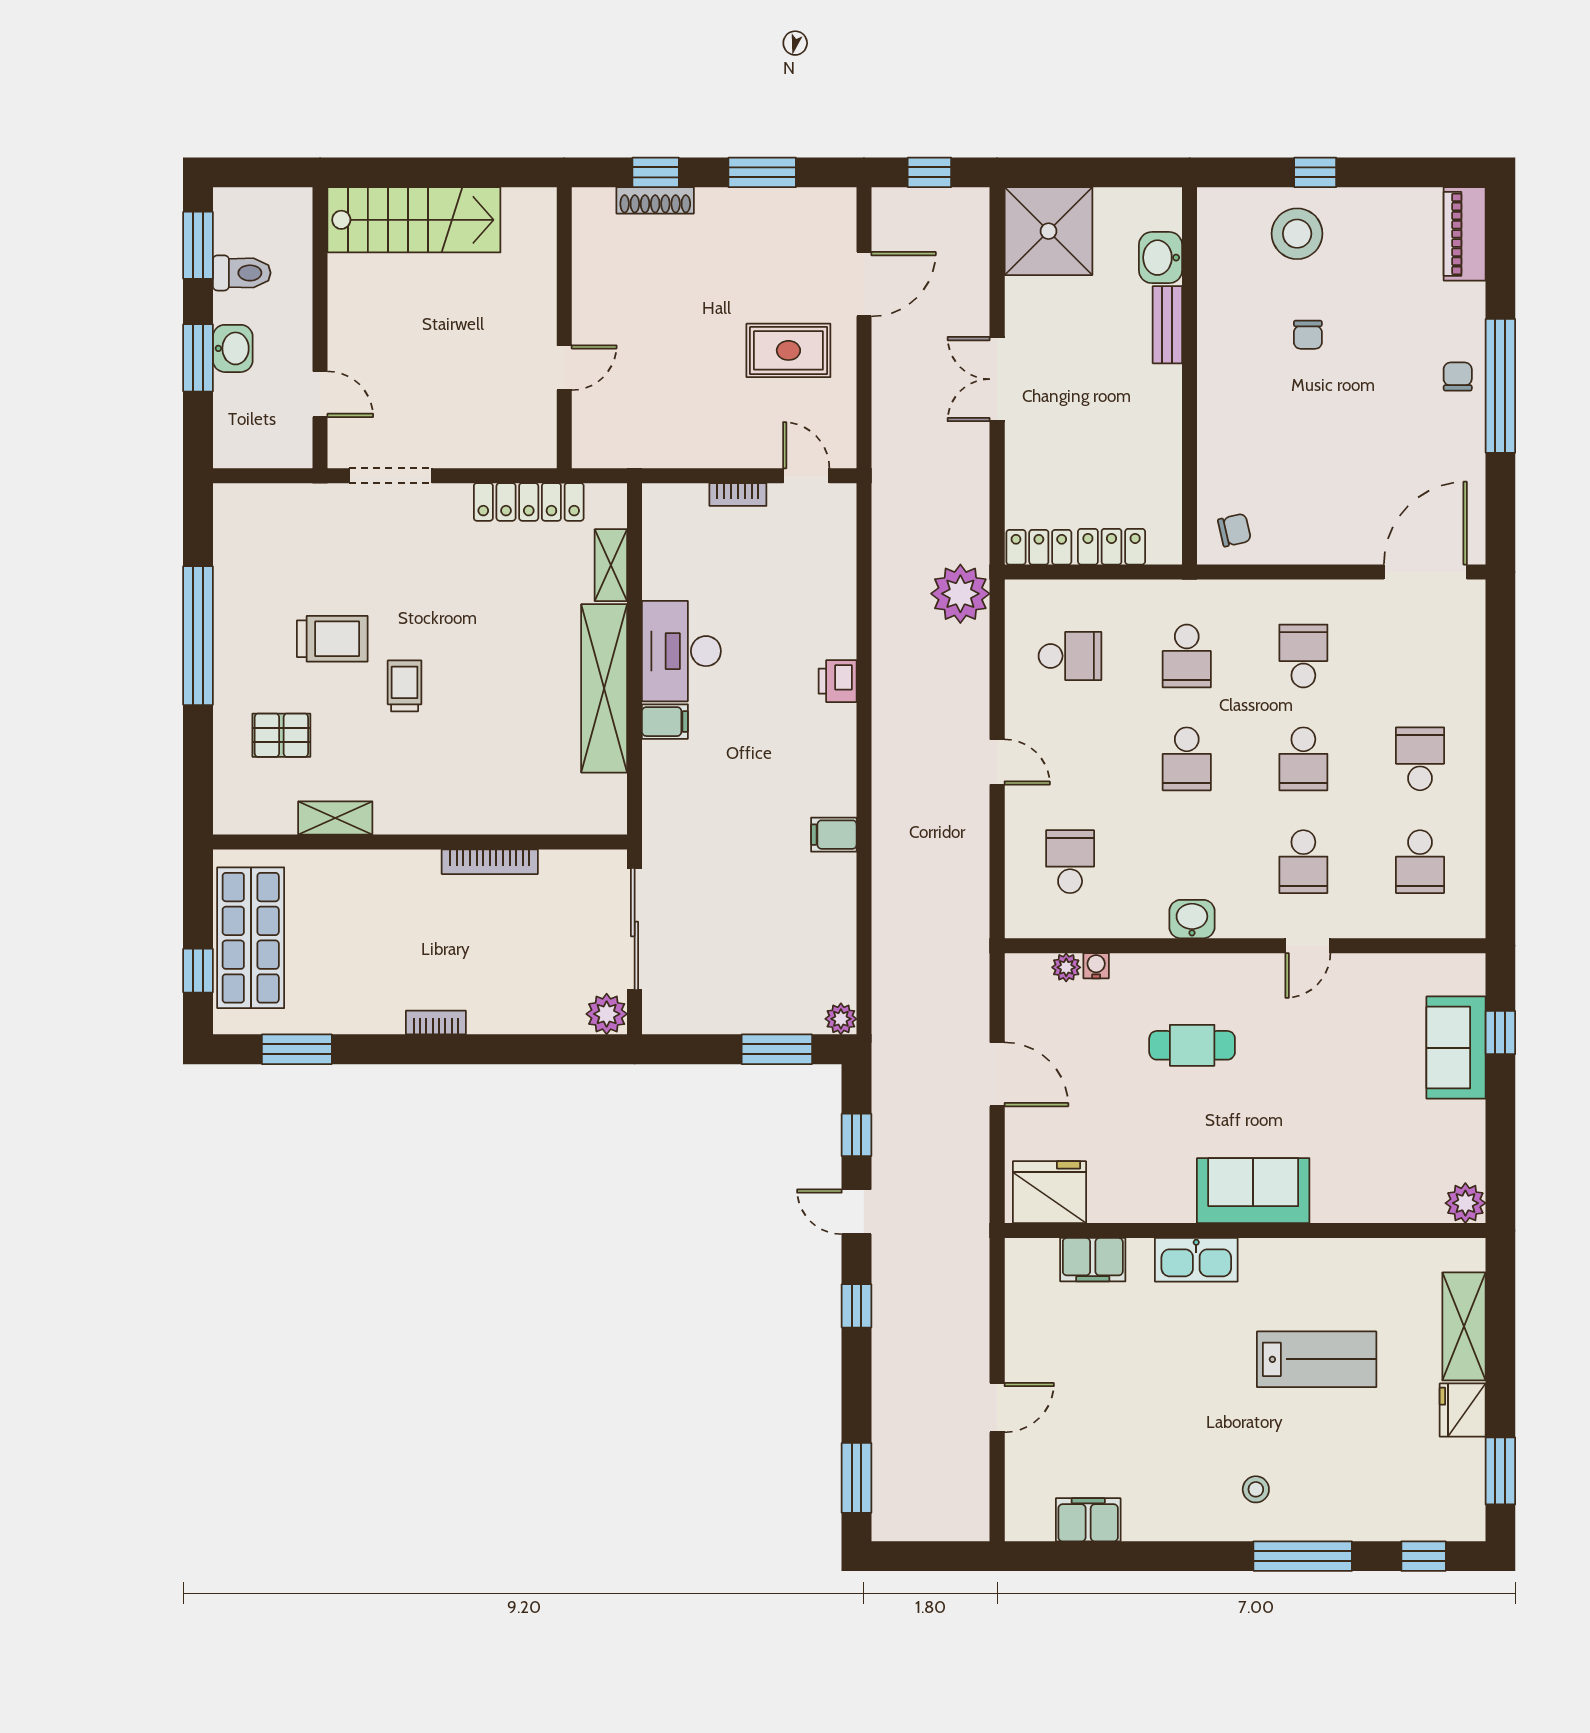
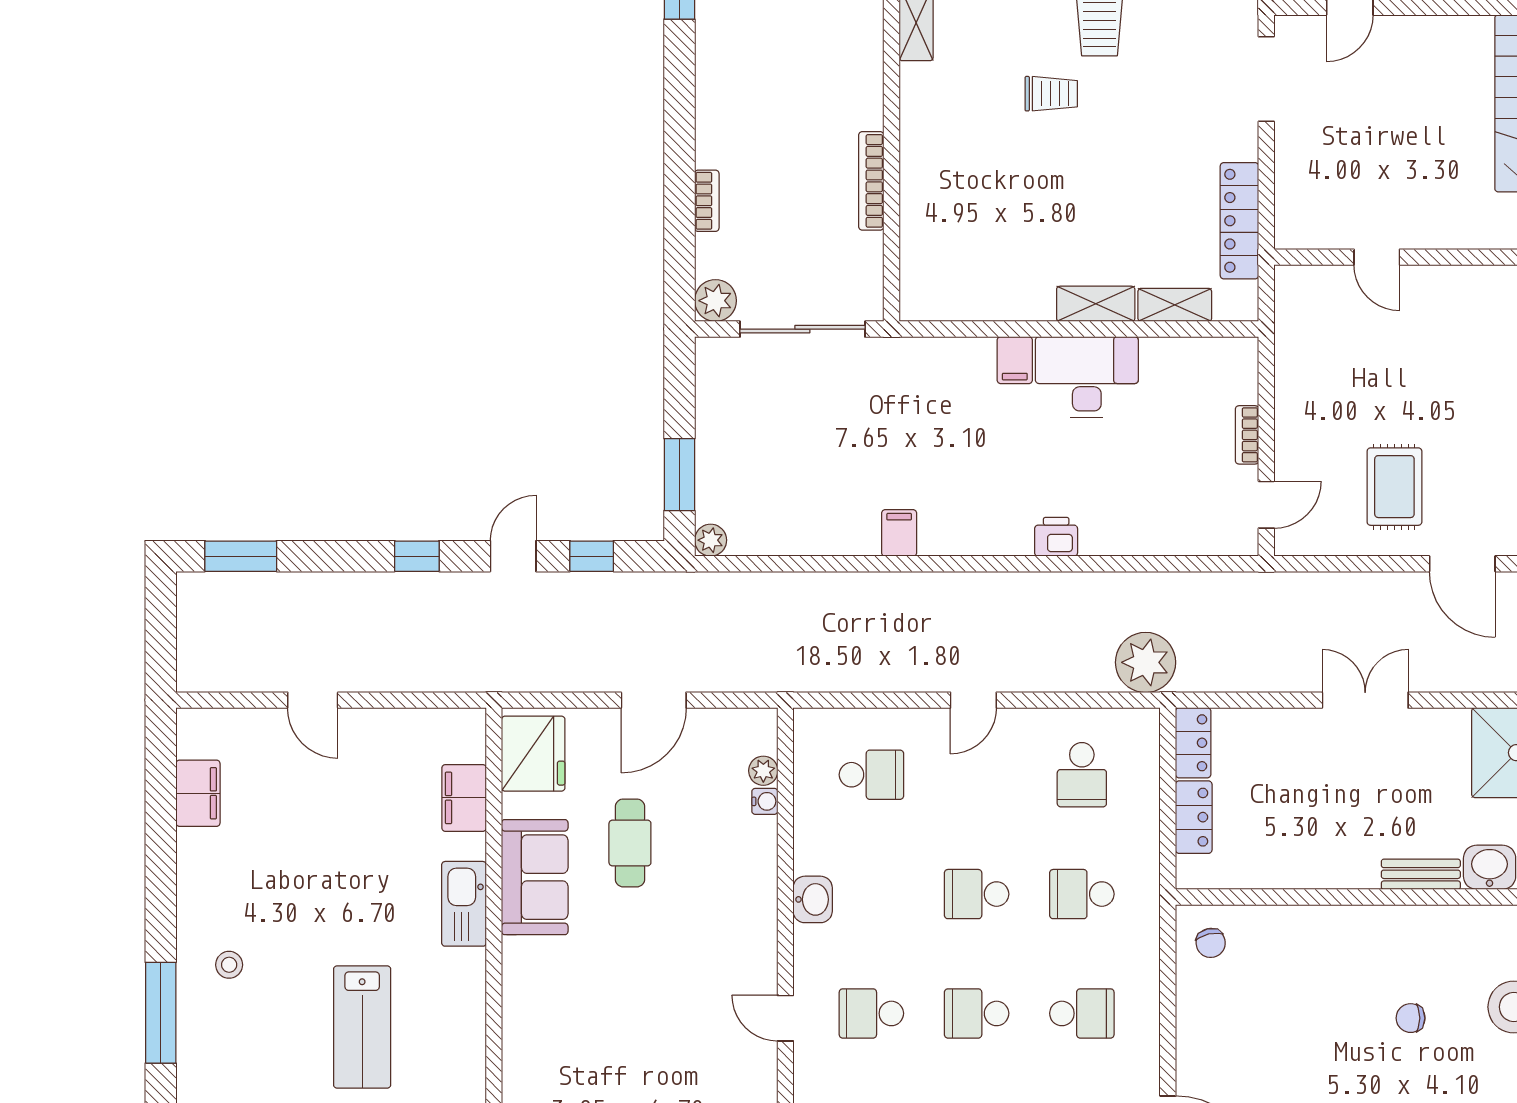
shelving: (604, 688) -> (1096, 304), width x0.45, depth x0.75
bookcase: (436, 1022) -> (707, 201), moved
cafe table: (1192, 1045) -> (630, 843), moved
sofa: (1253, 1191) -> (535, 877), moved

